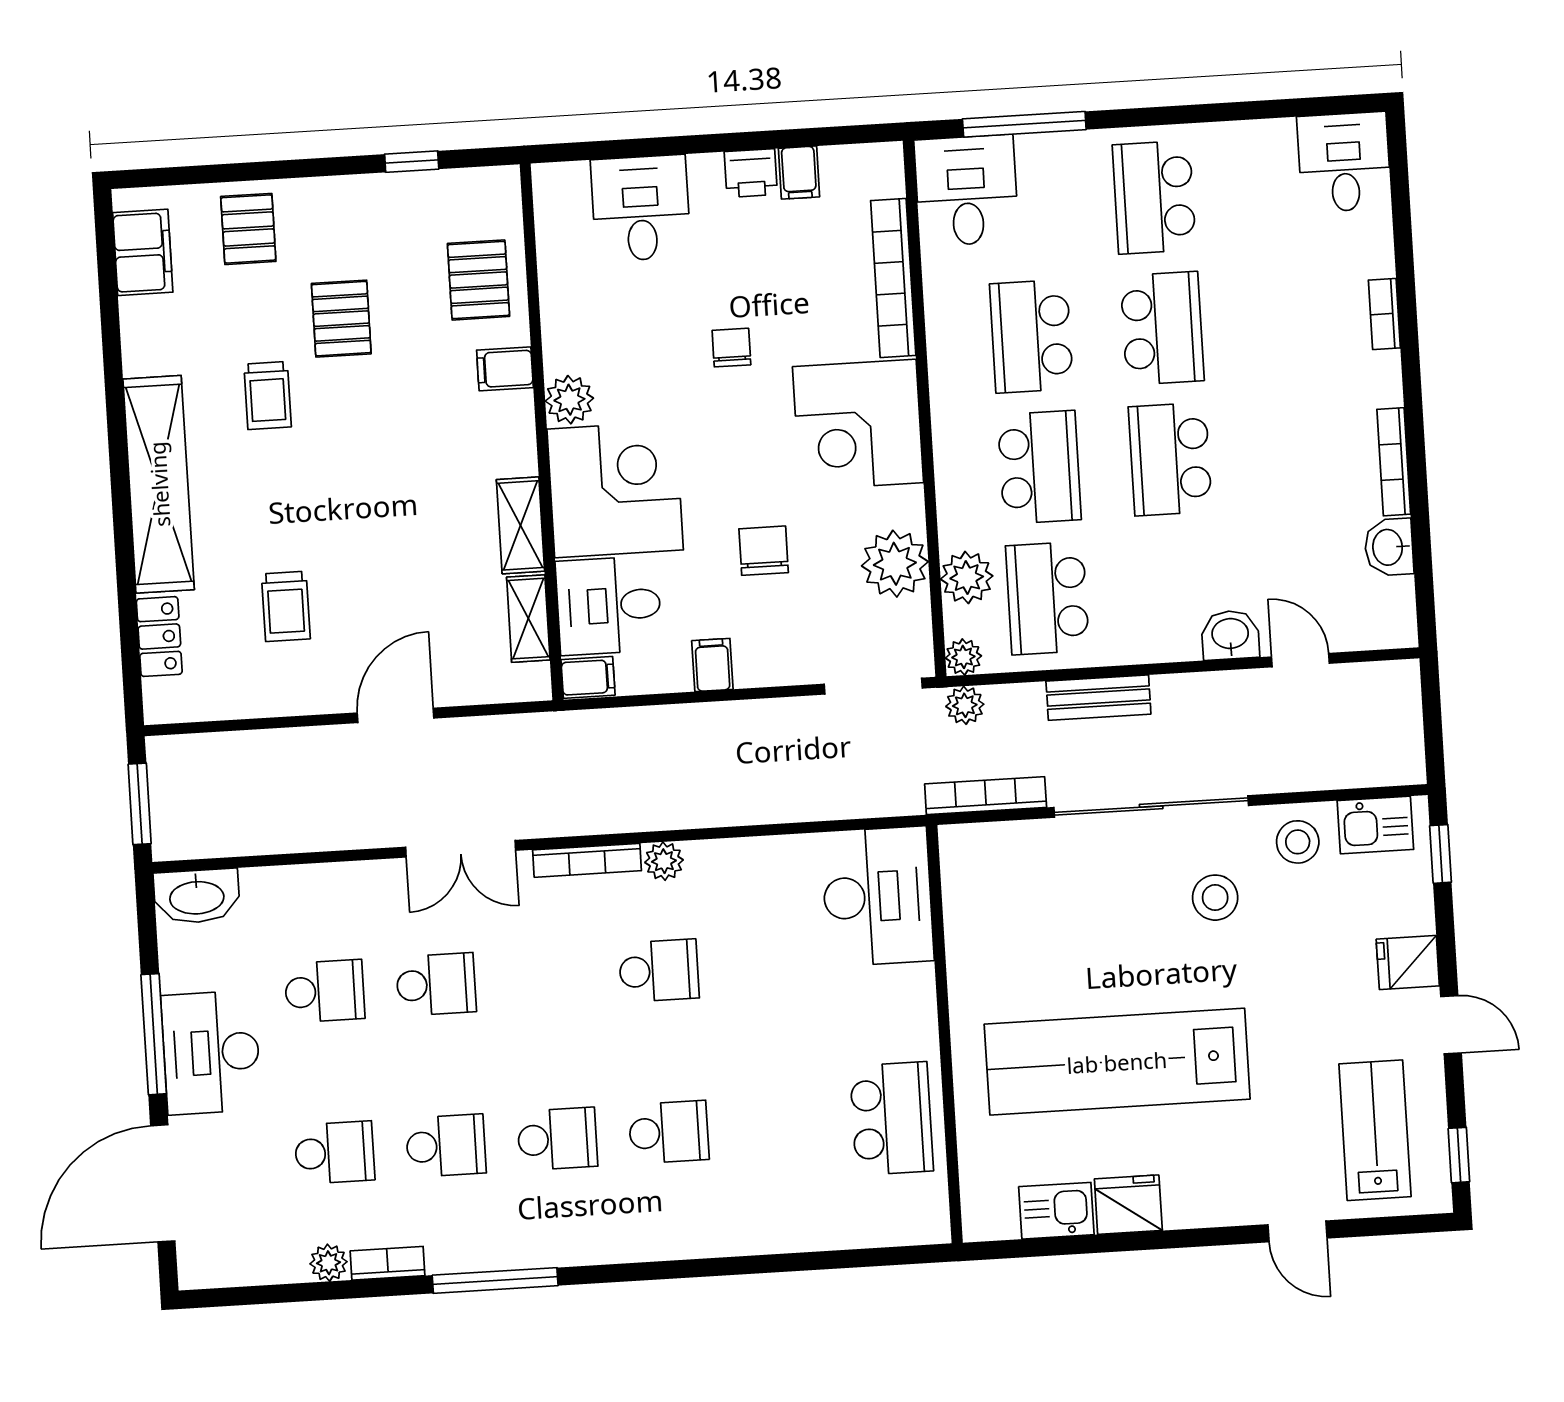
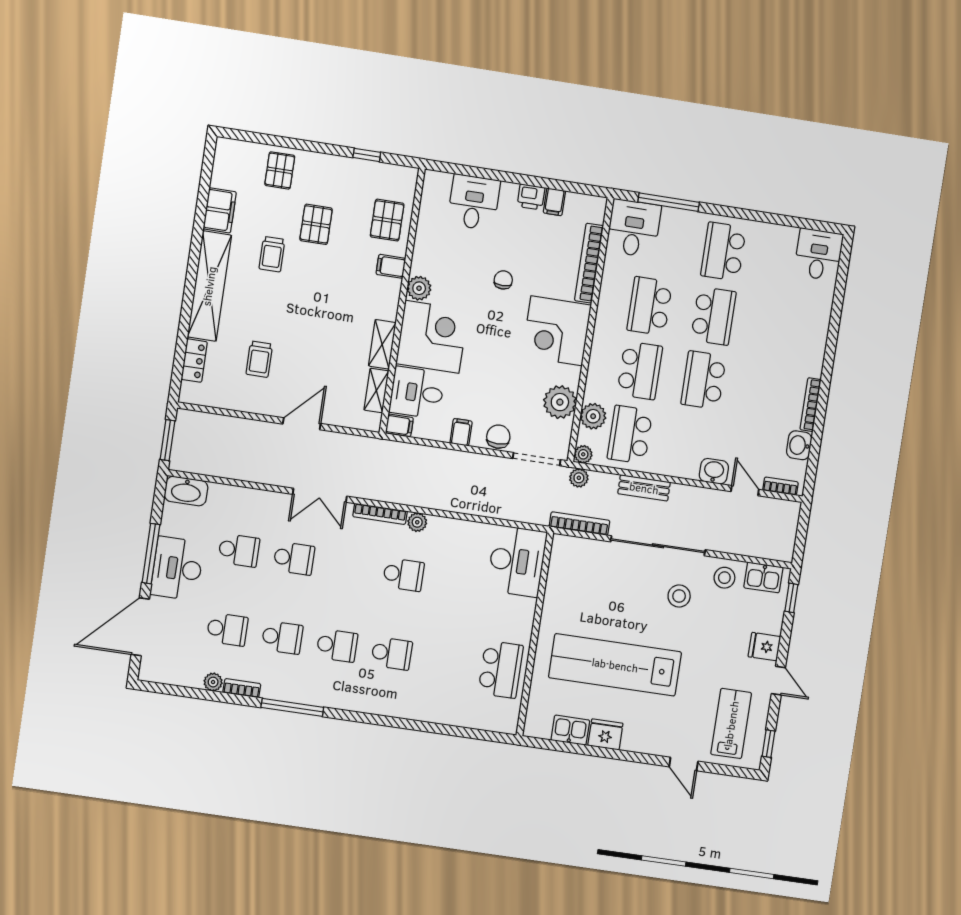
filing cabinet: (143, 252) -> (220, 210), moved
bookcase: (1384, 314) -> (780, 486), moved, turned 90
chair: (764, 551) -> (498, 437), moved

